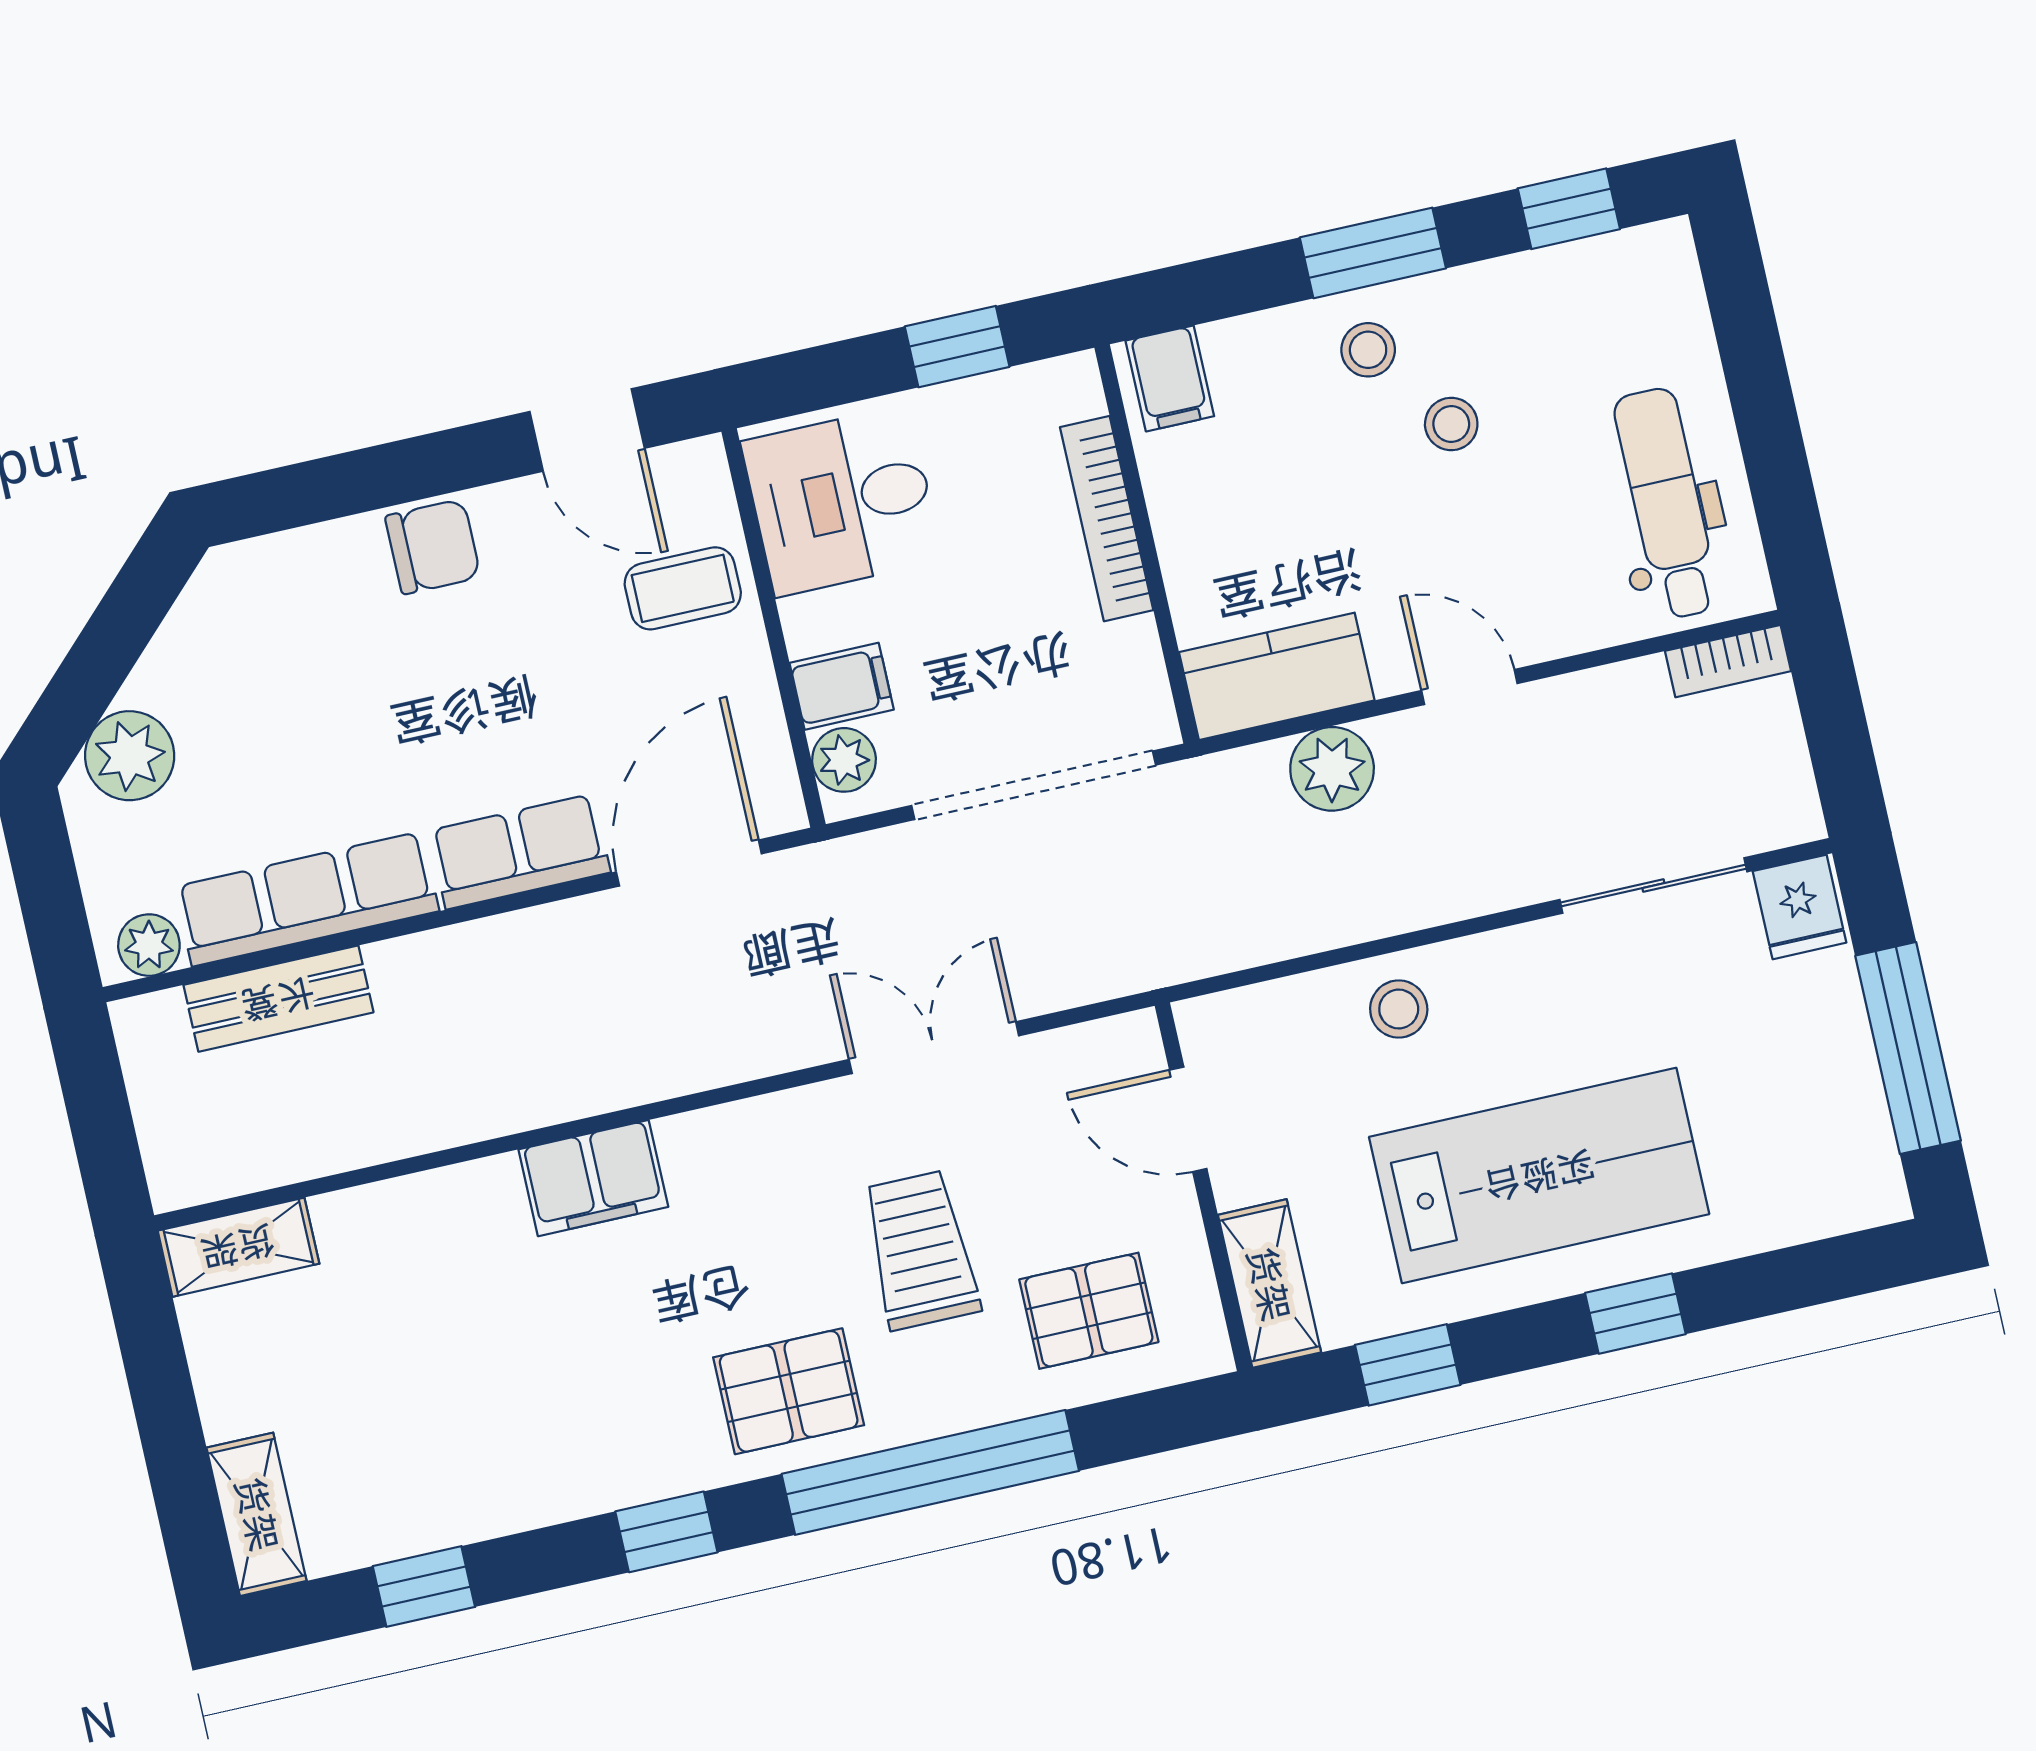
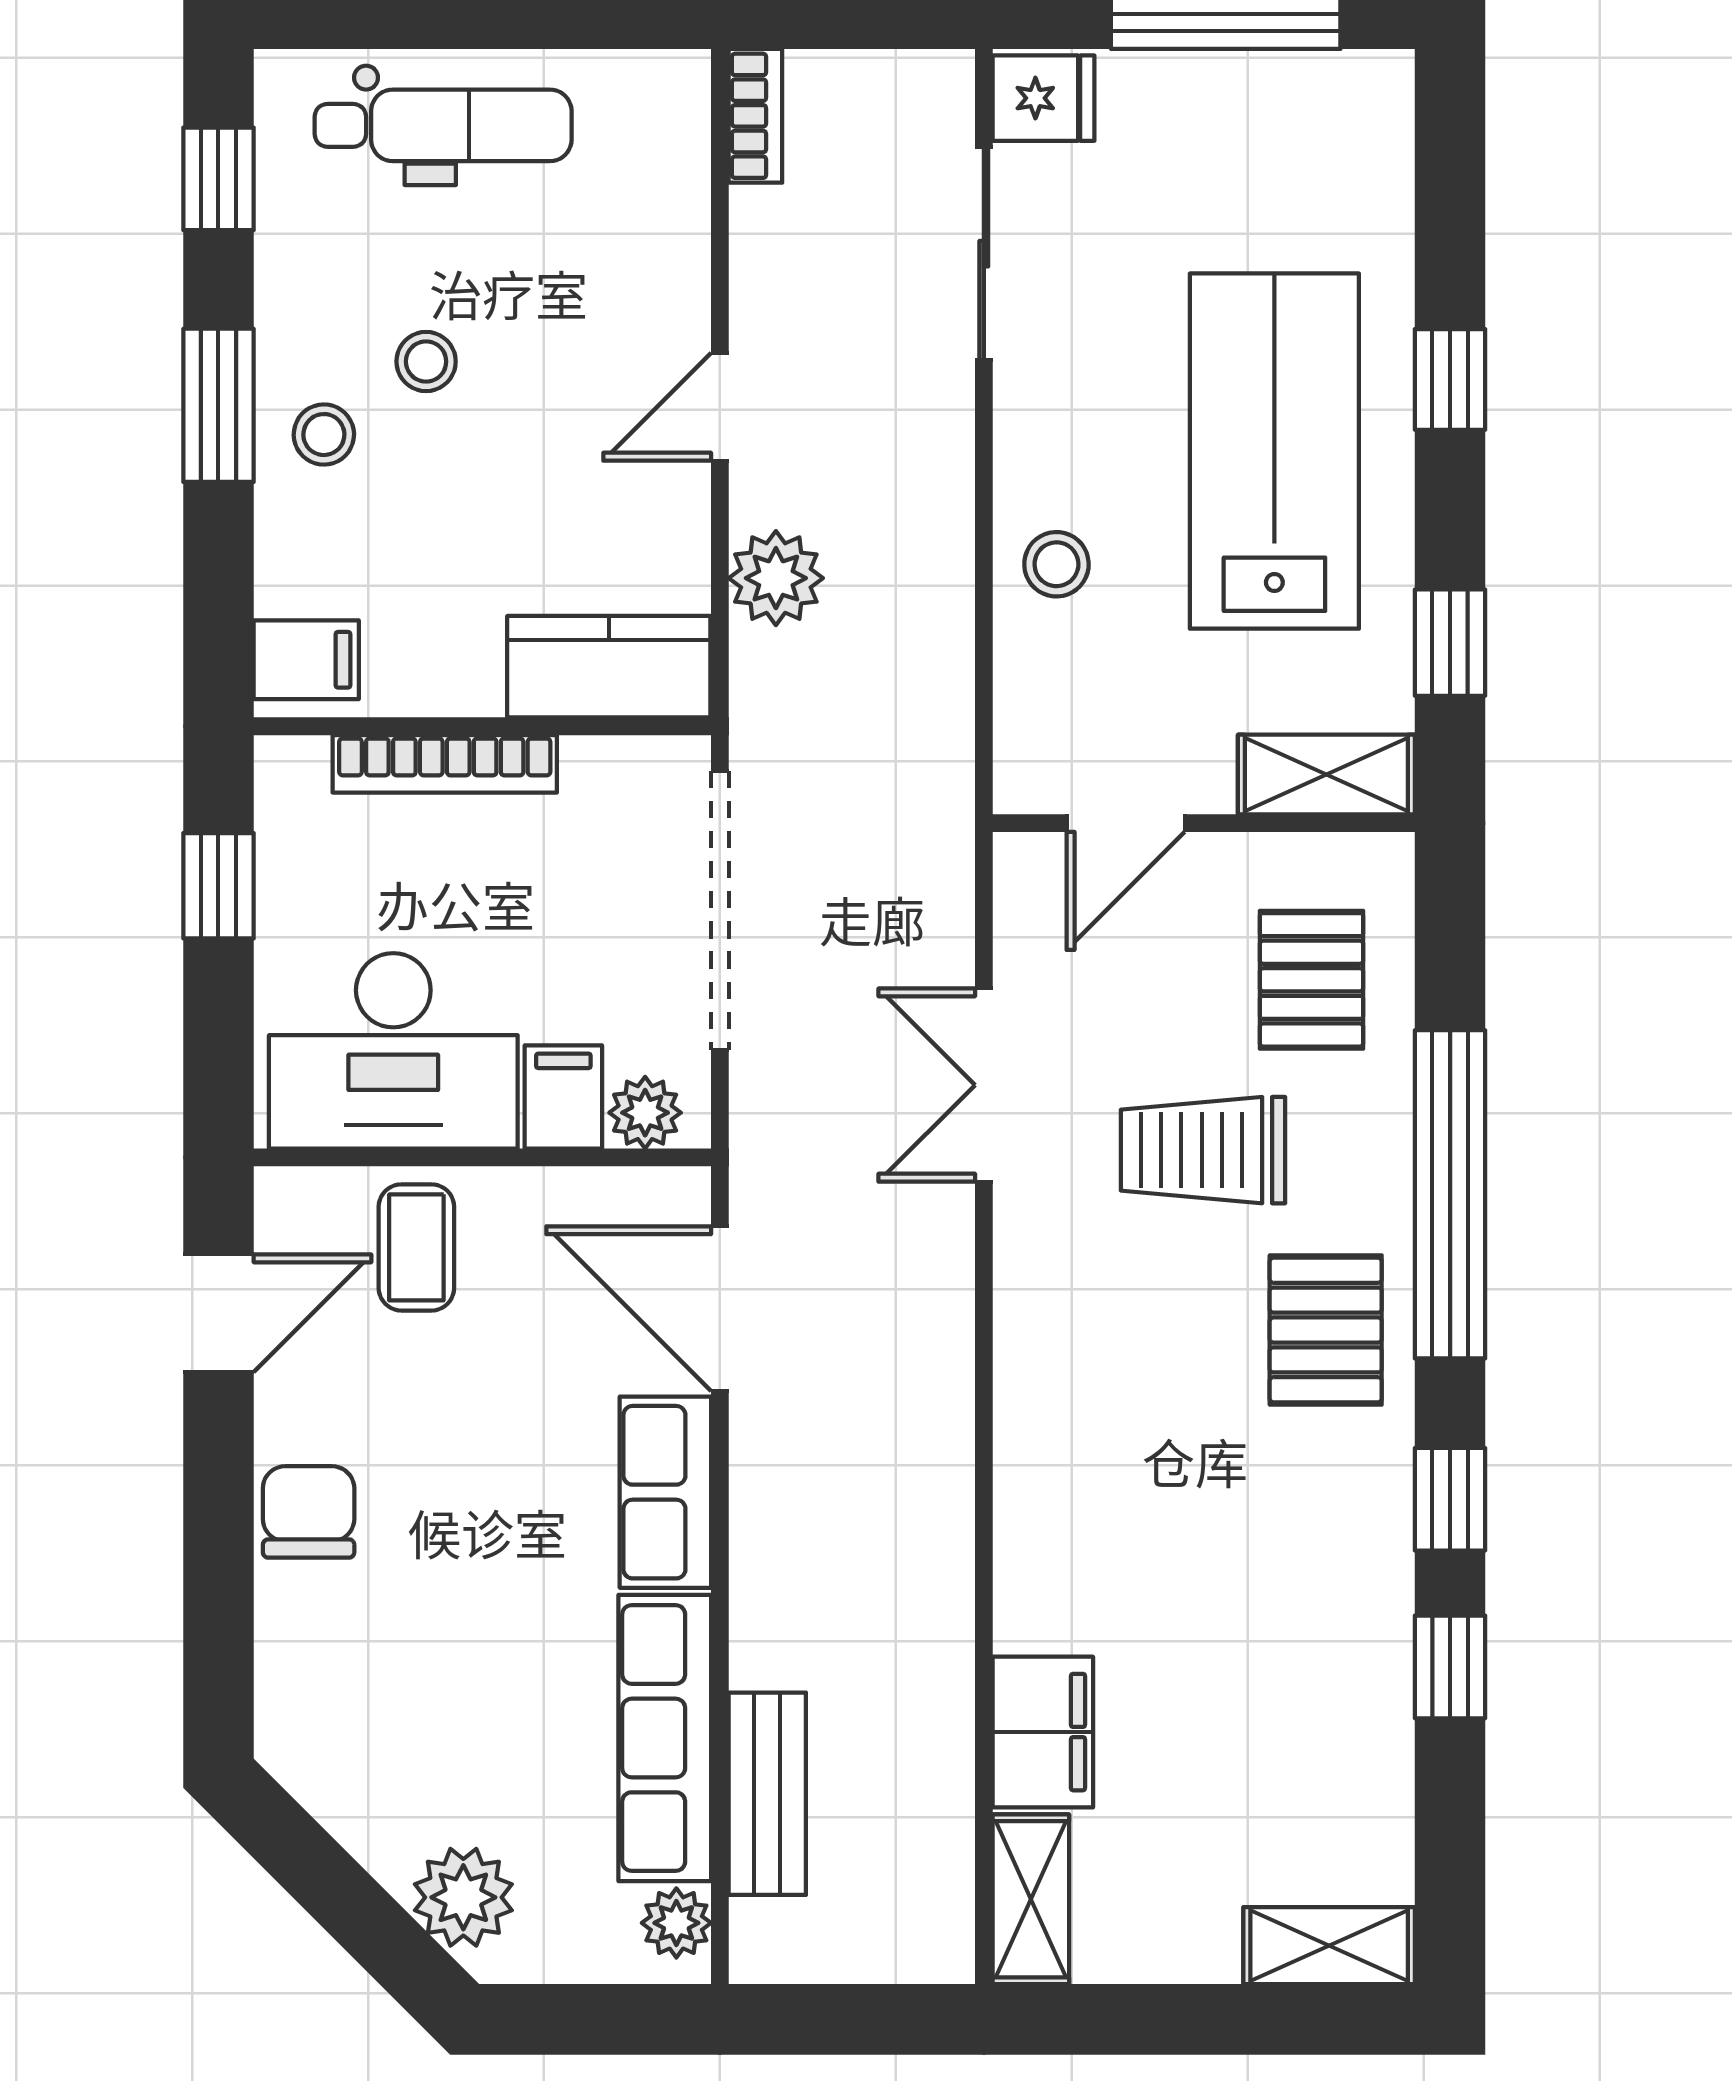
desk: (842, 501) -> (393, 1051), width x1.37
dental chair: (1667, 503) -> (443, 125), moved, turned 180
kitchen counter: (1277, 676) -> (609, 667), moved, turned 90
filing cabinet: (593, 1178) -> (1043, 1732), moved
window: (424, 1587) -> (1450, 1667), moved

